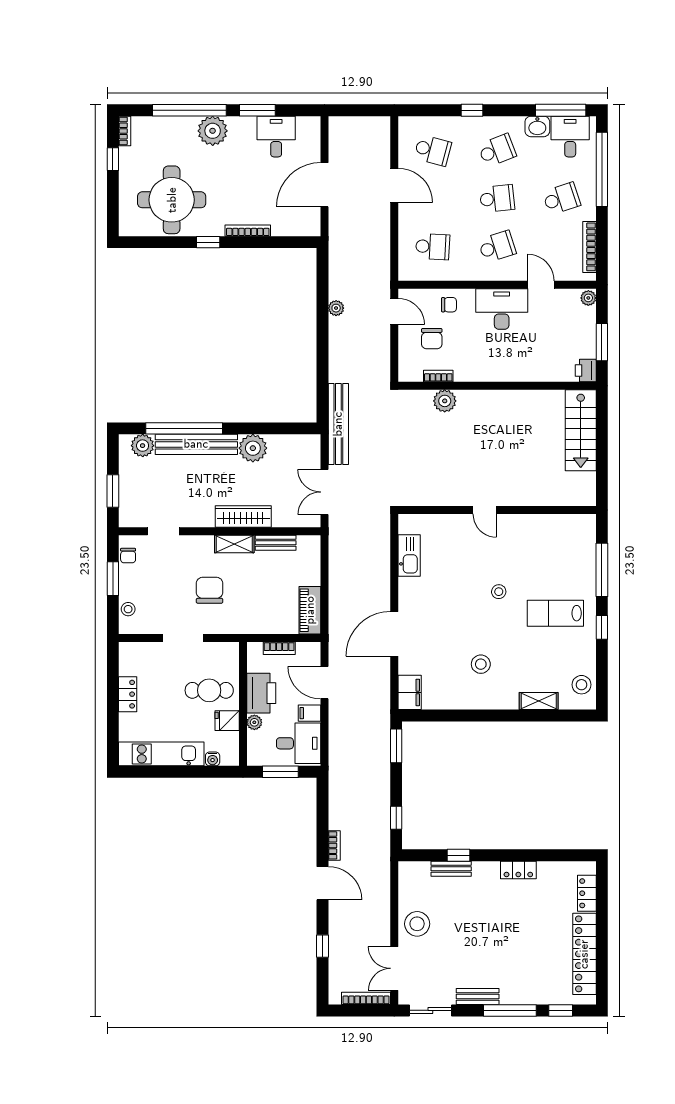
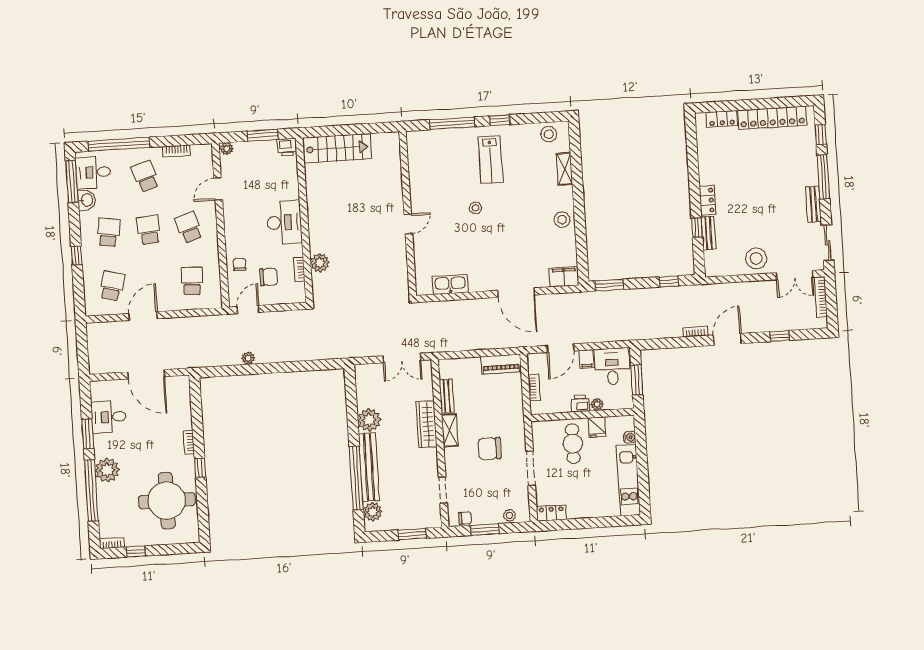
school desk: (497, 150) -> (109, 232), turned 30
bookcase: (248, 231) -> (189, 442), width x0.64
bookcase: (589, 247) -> (176, 151), width x0.64
desk: (502, 309) -> (284, 222), moved, turned 180
bench: (338, 424) -> (344, 350), removed
stool: (481, 664) -> (562, 220), moved
printer: (261, 693) -> (580, 404), width x0.53, depth x0.68
locker: (128, 694) -> (551, 513), moved
locker: (518, 870) -> (708, 200), moved

